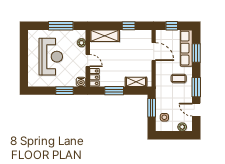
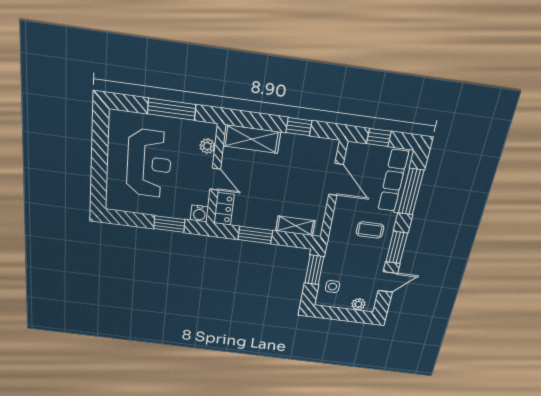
window: (196, 53) -> (411, 192), width x1.44
door: (196, 110) -> (388, 282), swing flipped

